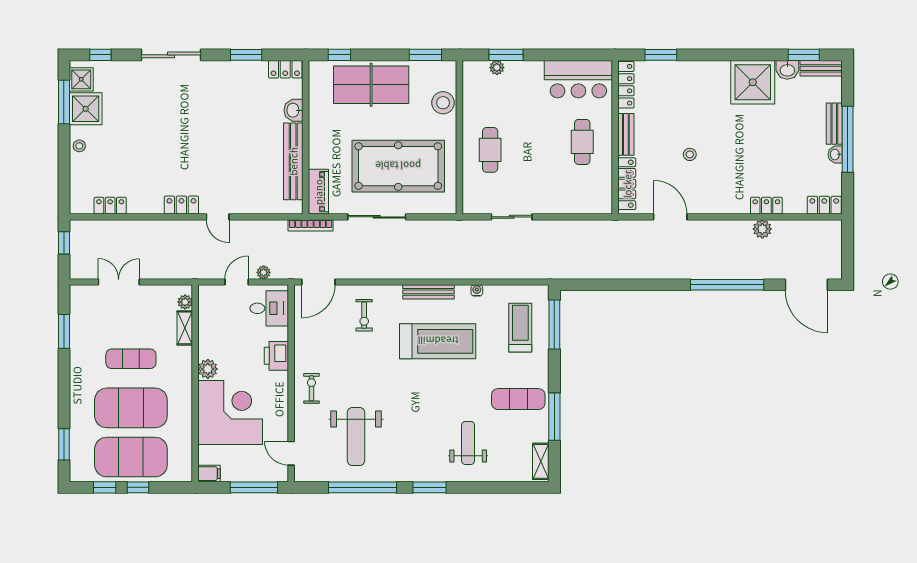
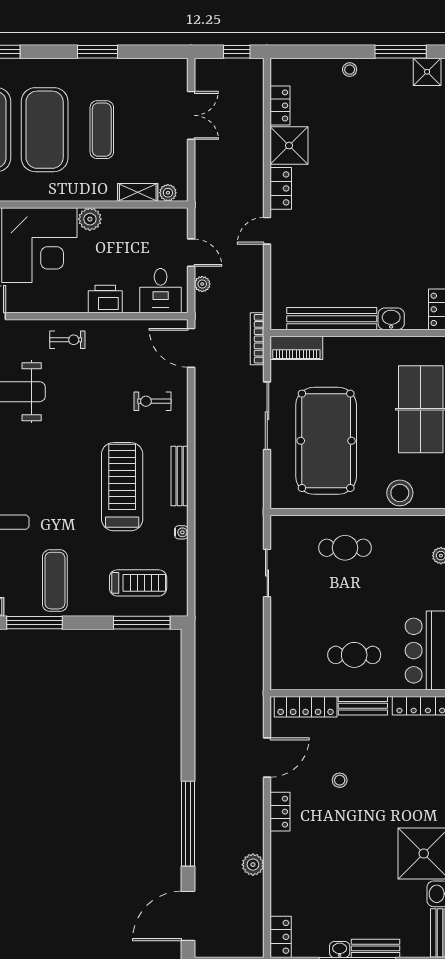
shower: (86, 109) -> (289, 146), moved
locker: (766, 206) -> (280, 812), moved
window: (64, 331) -> (97, 52), moved
treadmill: (438, 341) -> (122, 487), turned 180

